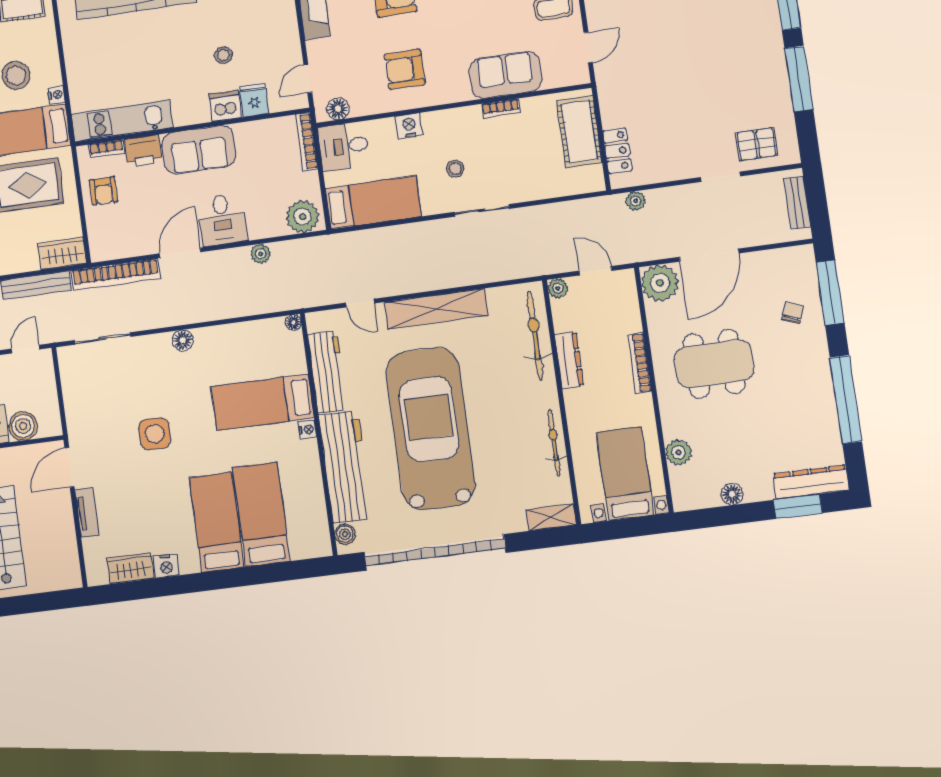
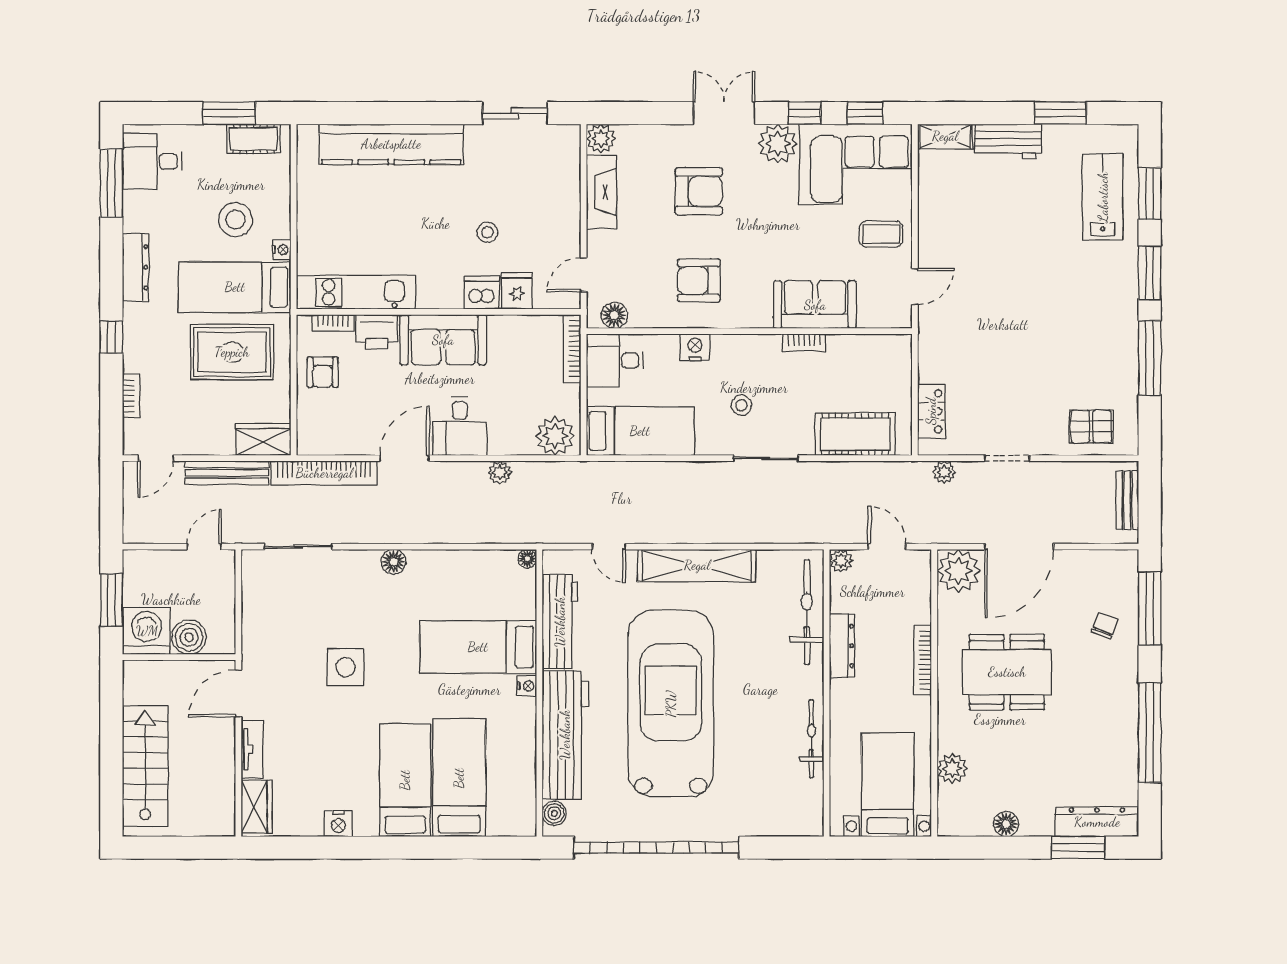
cot: (579, 132) -> (855, 434), moved, turned 90
doorway: (720, 177) -> (1007, 458), moved
shelving: (551, 517) -> (796, 824), removed
wardrobe: (131, 568) -> (257, 807), moved, turned 90

